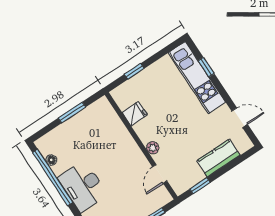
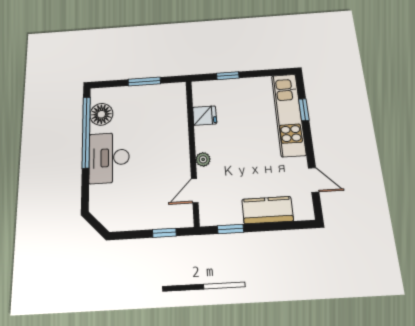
floor lamp: (51, 160) -> (101, 114), width x1.89, depth x1.89

